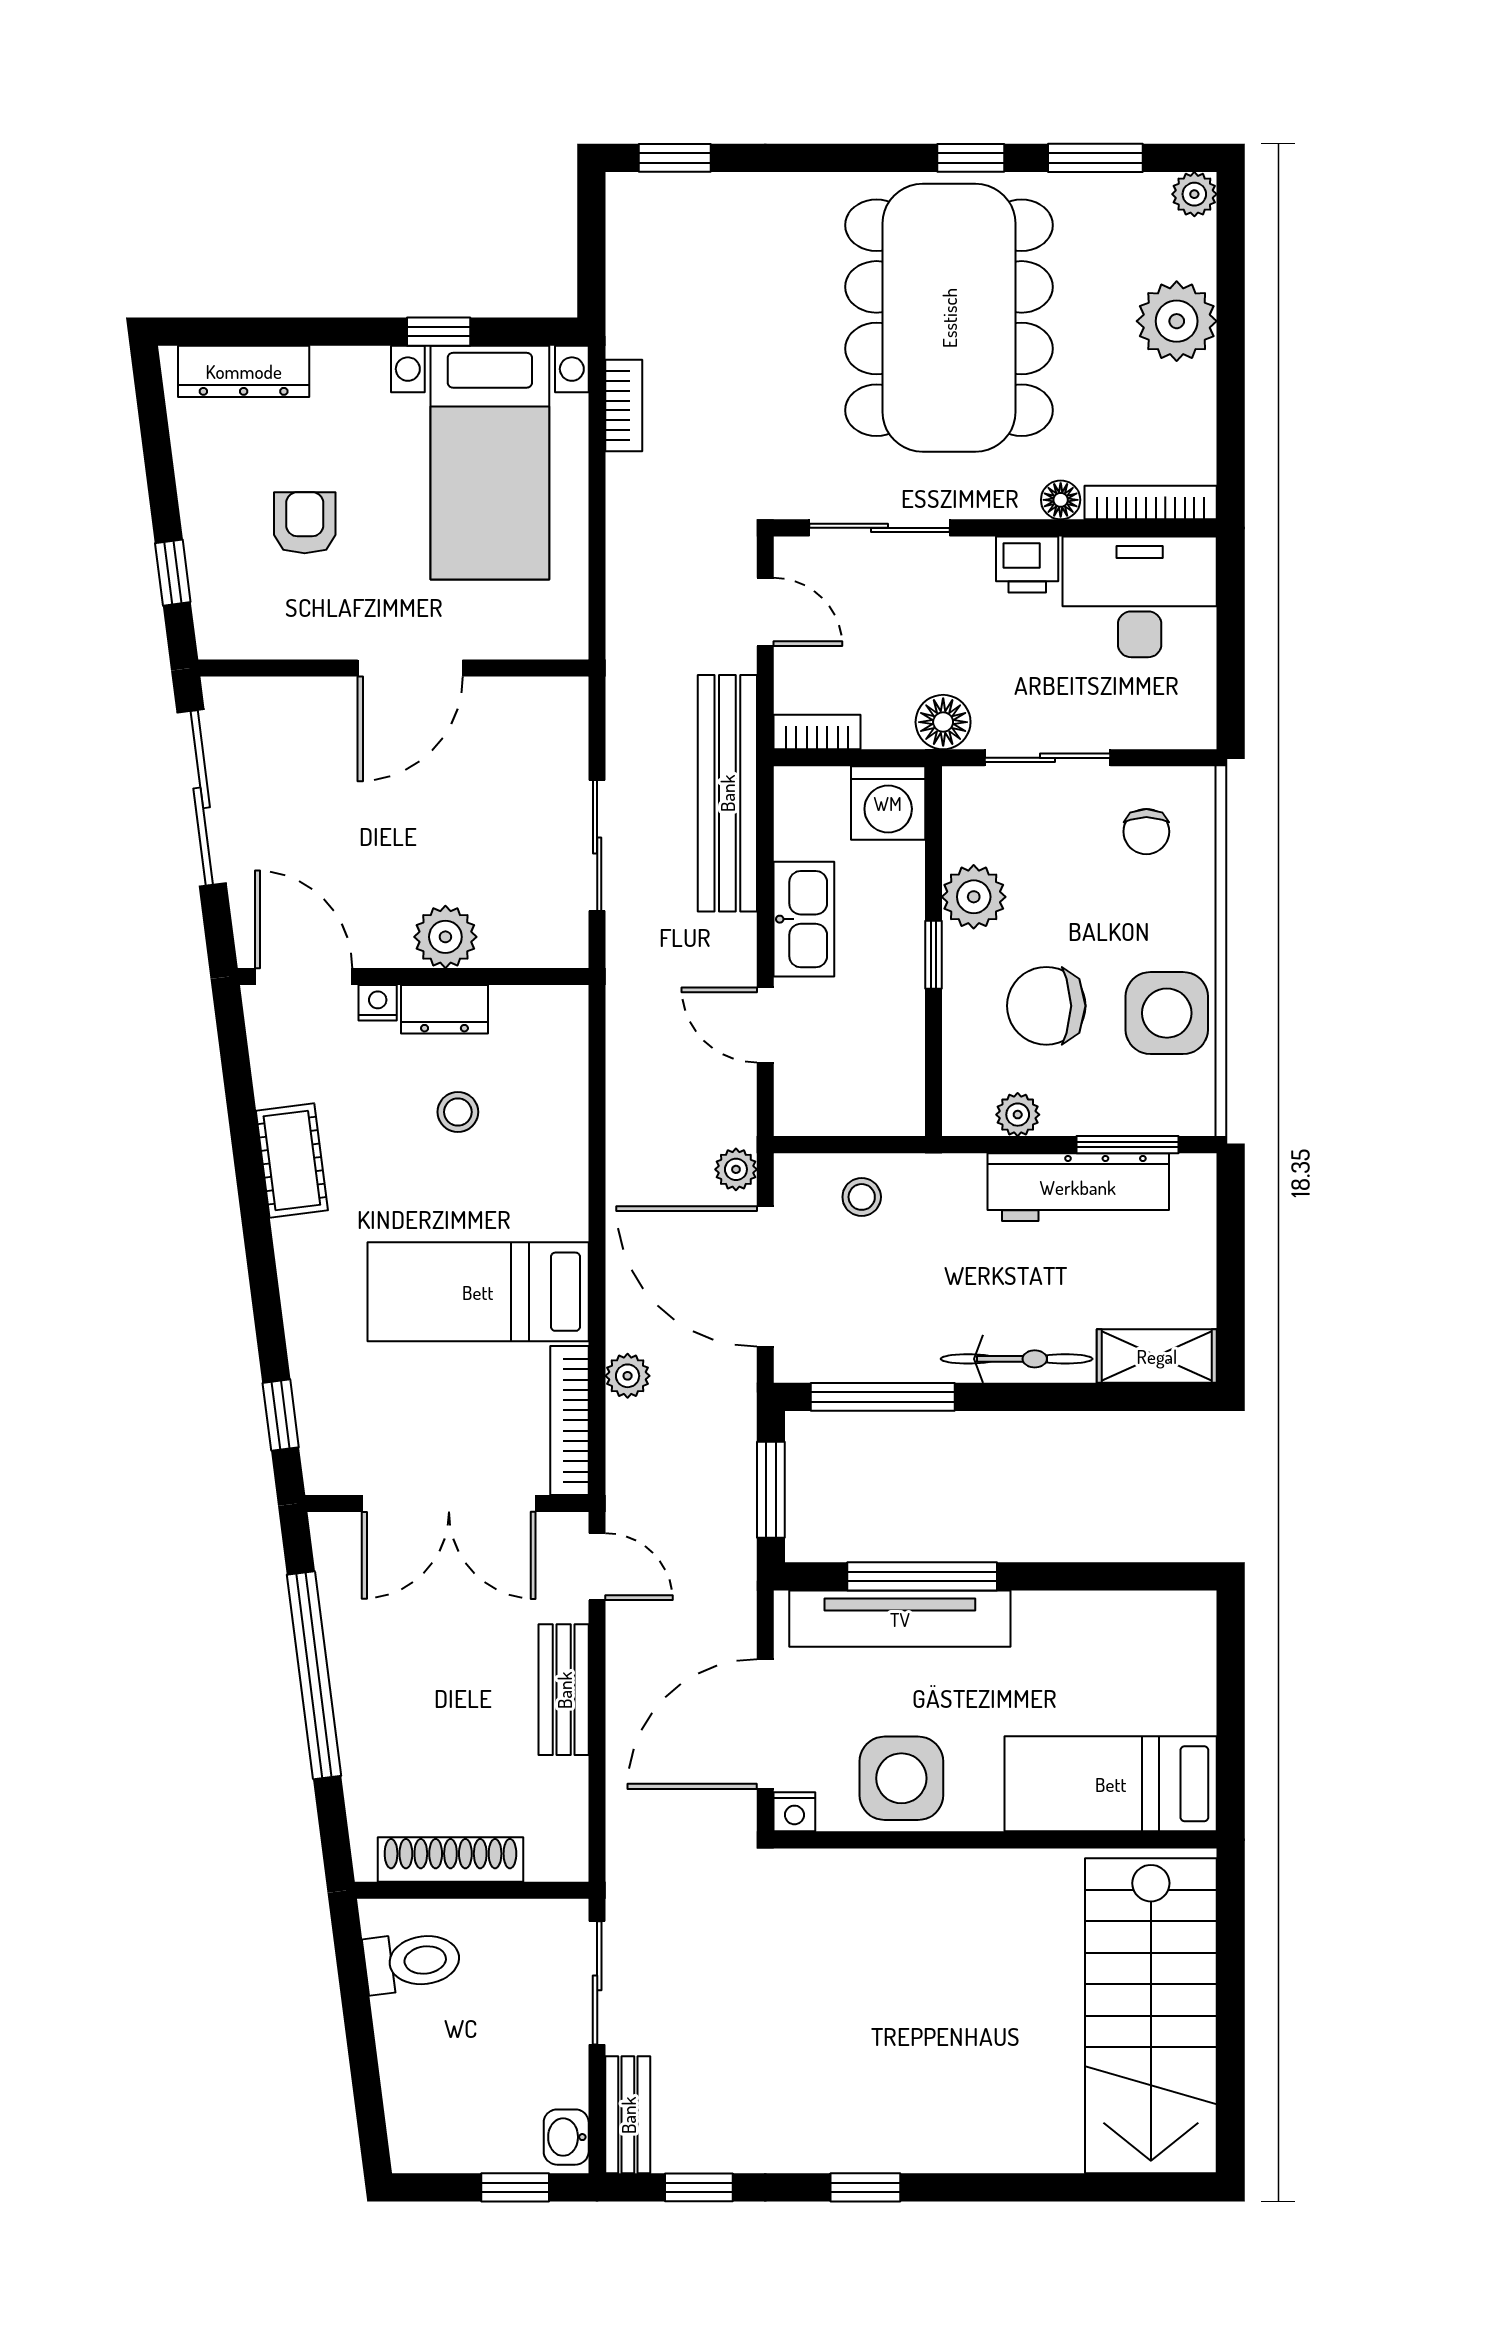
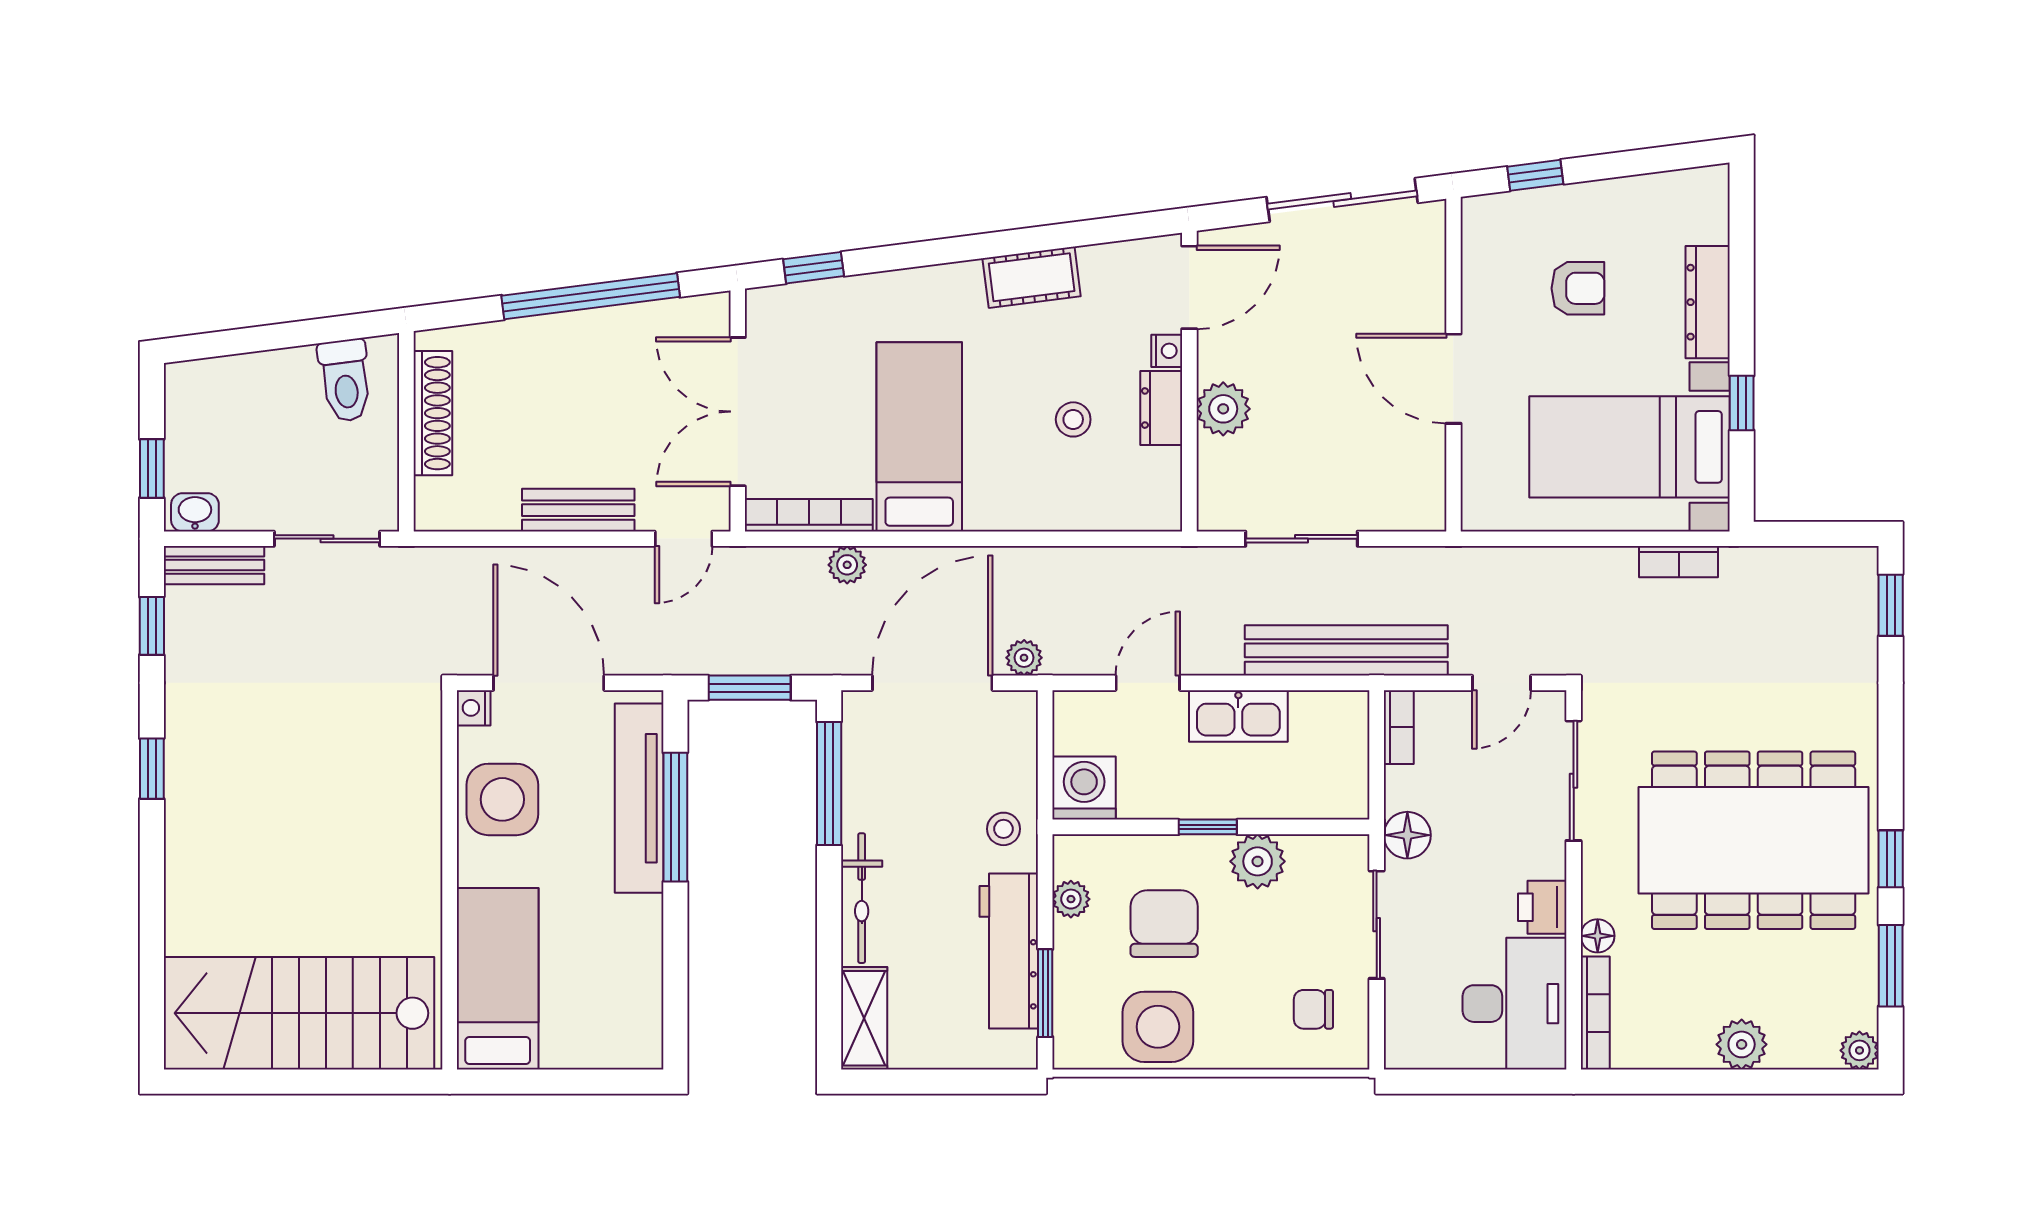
plant: (1177, 321) -> (1742, 1044), width x0.73, depth x0.73
dresser: (244, 371) -> (1708, 302), moved
washing machine: (888, 803) -> (1084, 788), moved, turned 90
stool: (862, 1197) -> (1003, 829), moved

